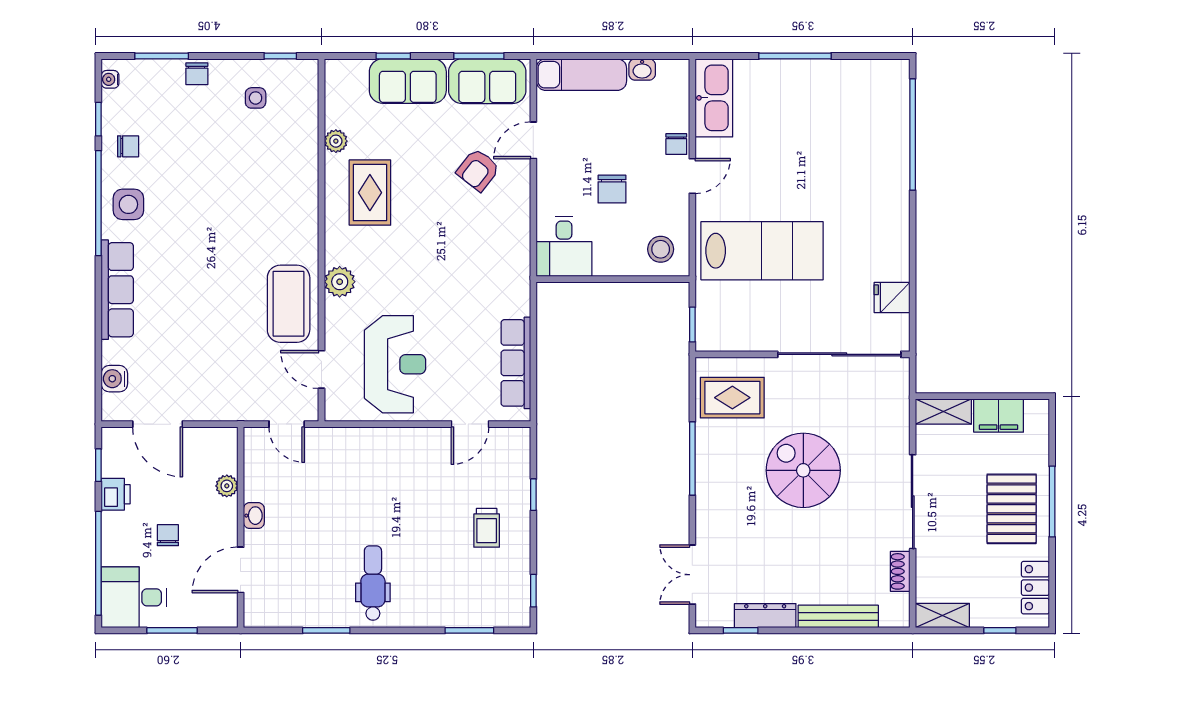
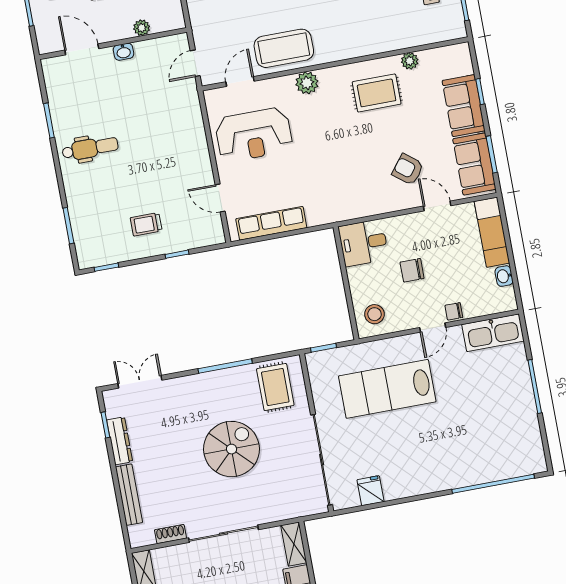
door: (692, 176) -> (433, 328), hinge flipped
lab bench: (762, 251) -> (387, 389), turned 90

